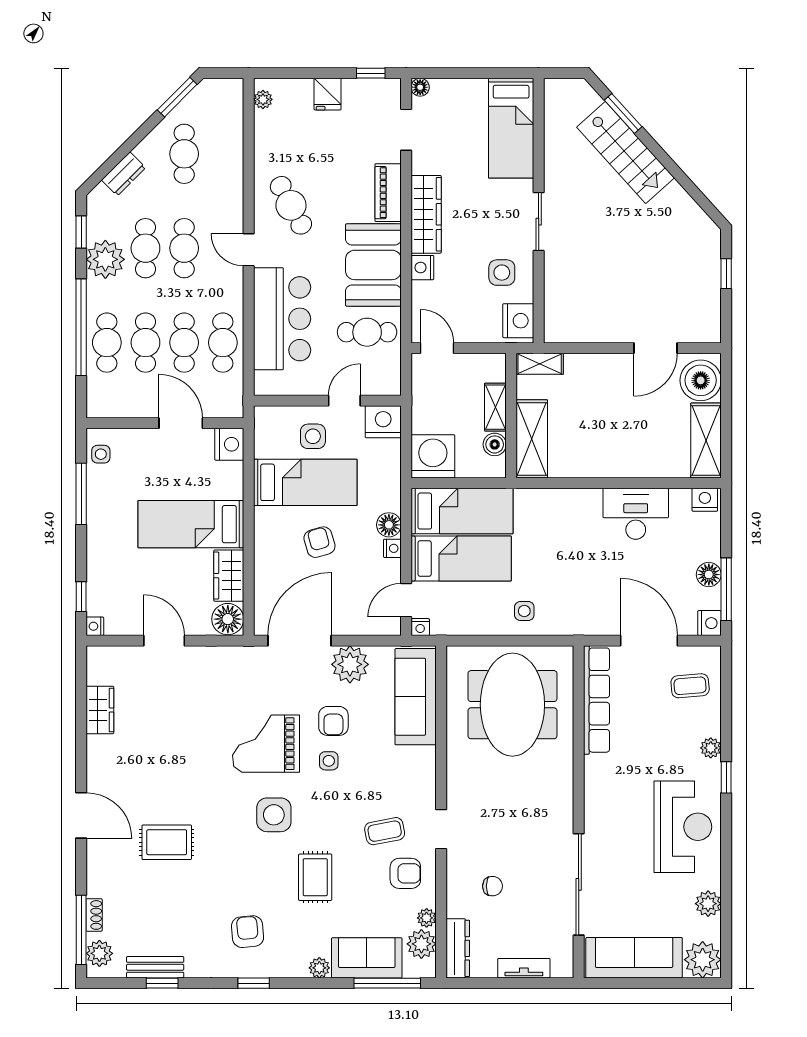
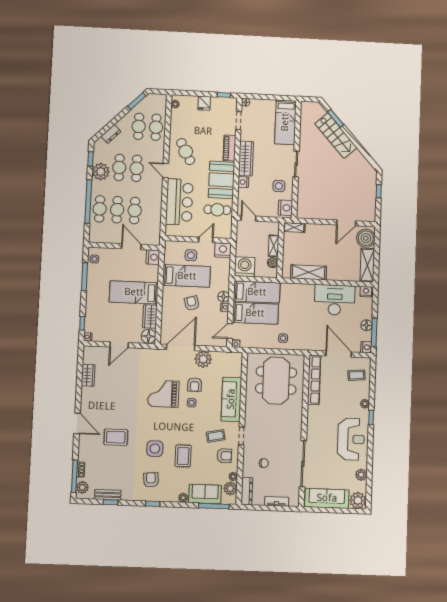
cafe table: (223, 343) -> (156, 127), moved
shelving: (532, 439) -> (309, 272), moved, turned 90
desk: (636, 514) -> (335, 300), width x1.36, depth x1.30
door: (164, 641) -> (119, 345), swing flipped
sofa: (416, 697) -> (231, 399), moved
side table: (274, 815) -> (155, 449), moved

